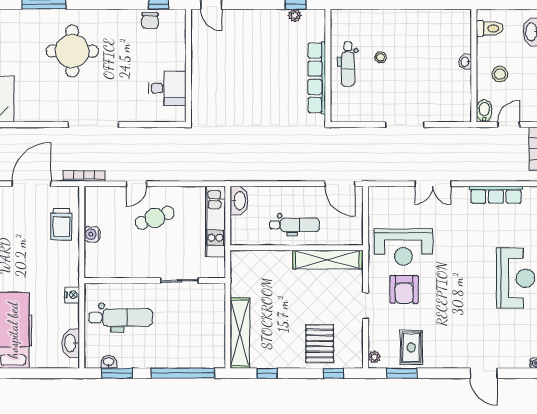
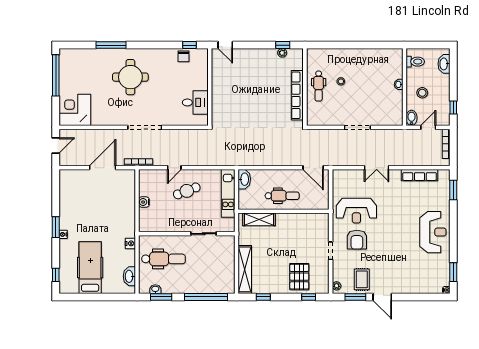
trolley: (61, 225) -> (123, 195), removed
shelving: (327, 260) -> (259, 219), moved, width x0.68
door: (484, 373) -> (382, 297), moved

